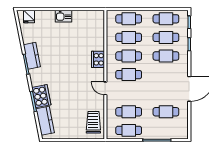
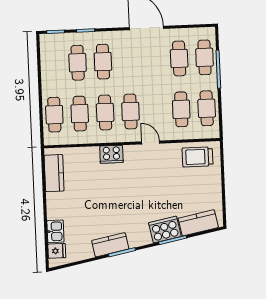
kitchen sink: (63, 16) -> (55, 231), moved
kitchen counter: (86, 17) -> (54, 173), added
cafe table: (166, 19) -> (205, 57), moved
door: (105, 88) -> (151, 142), swing flipped

